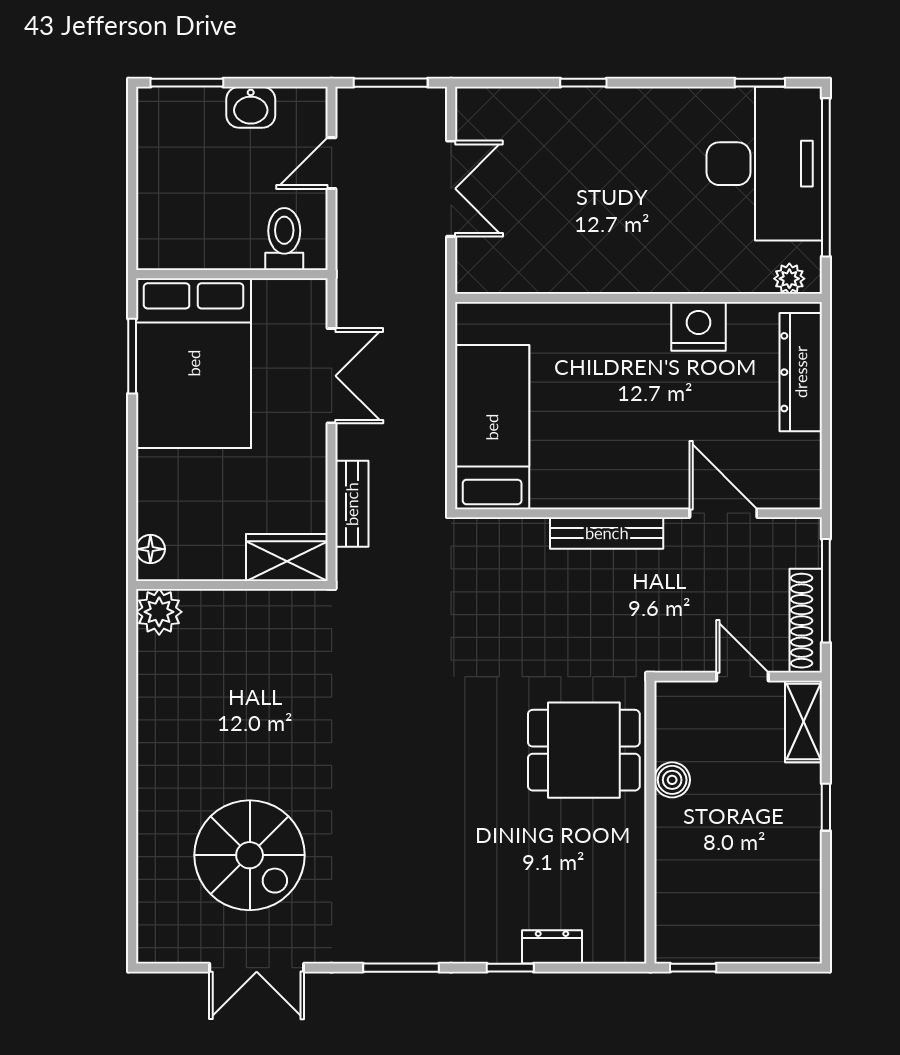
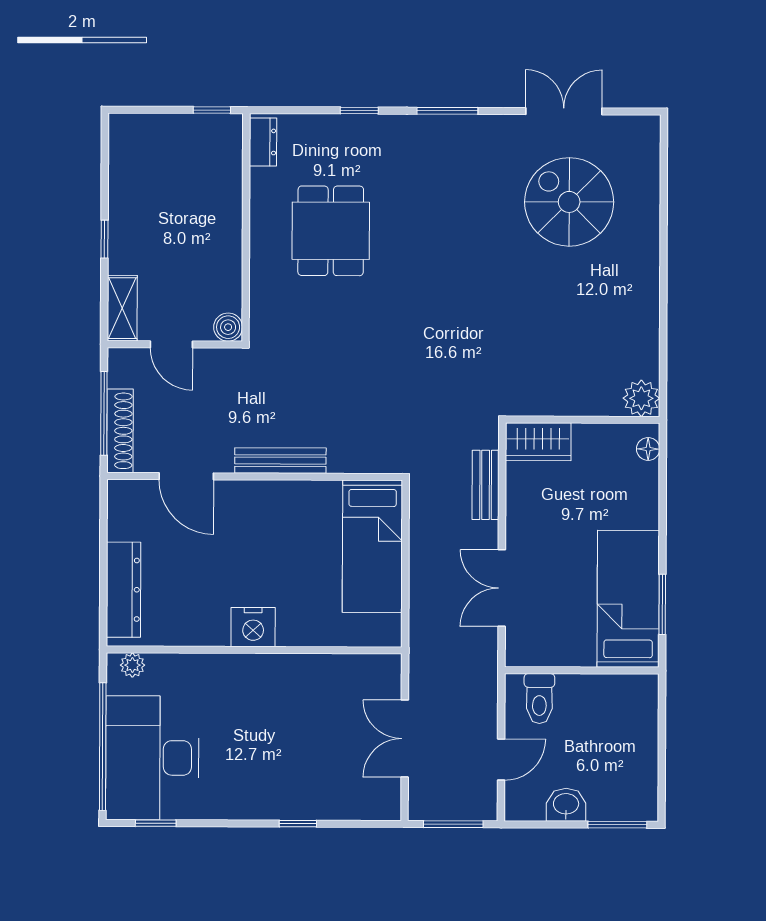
nightstand: (699, 326) -> (253, 627), moved
bed: (194, 363) -> (628, 599), width x0.67
shoe rack: (806, 621) -> (120, 431), moved
dining table: (584, 750) -> (331, 231), moved, turned 90
boiler: (672, 780) -> (228, 327), moved
dresser: (552, 947) -> (263, 142), moved, turned -90

